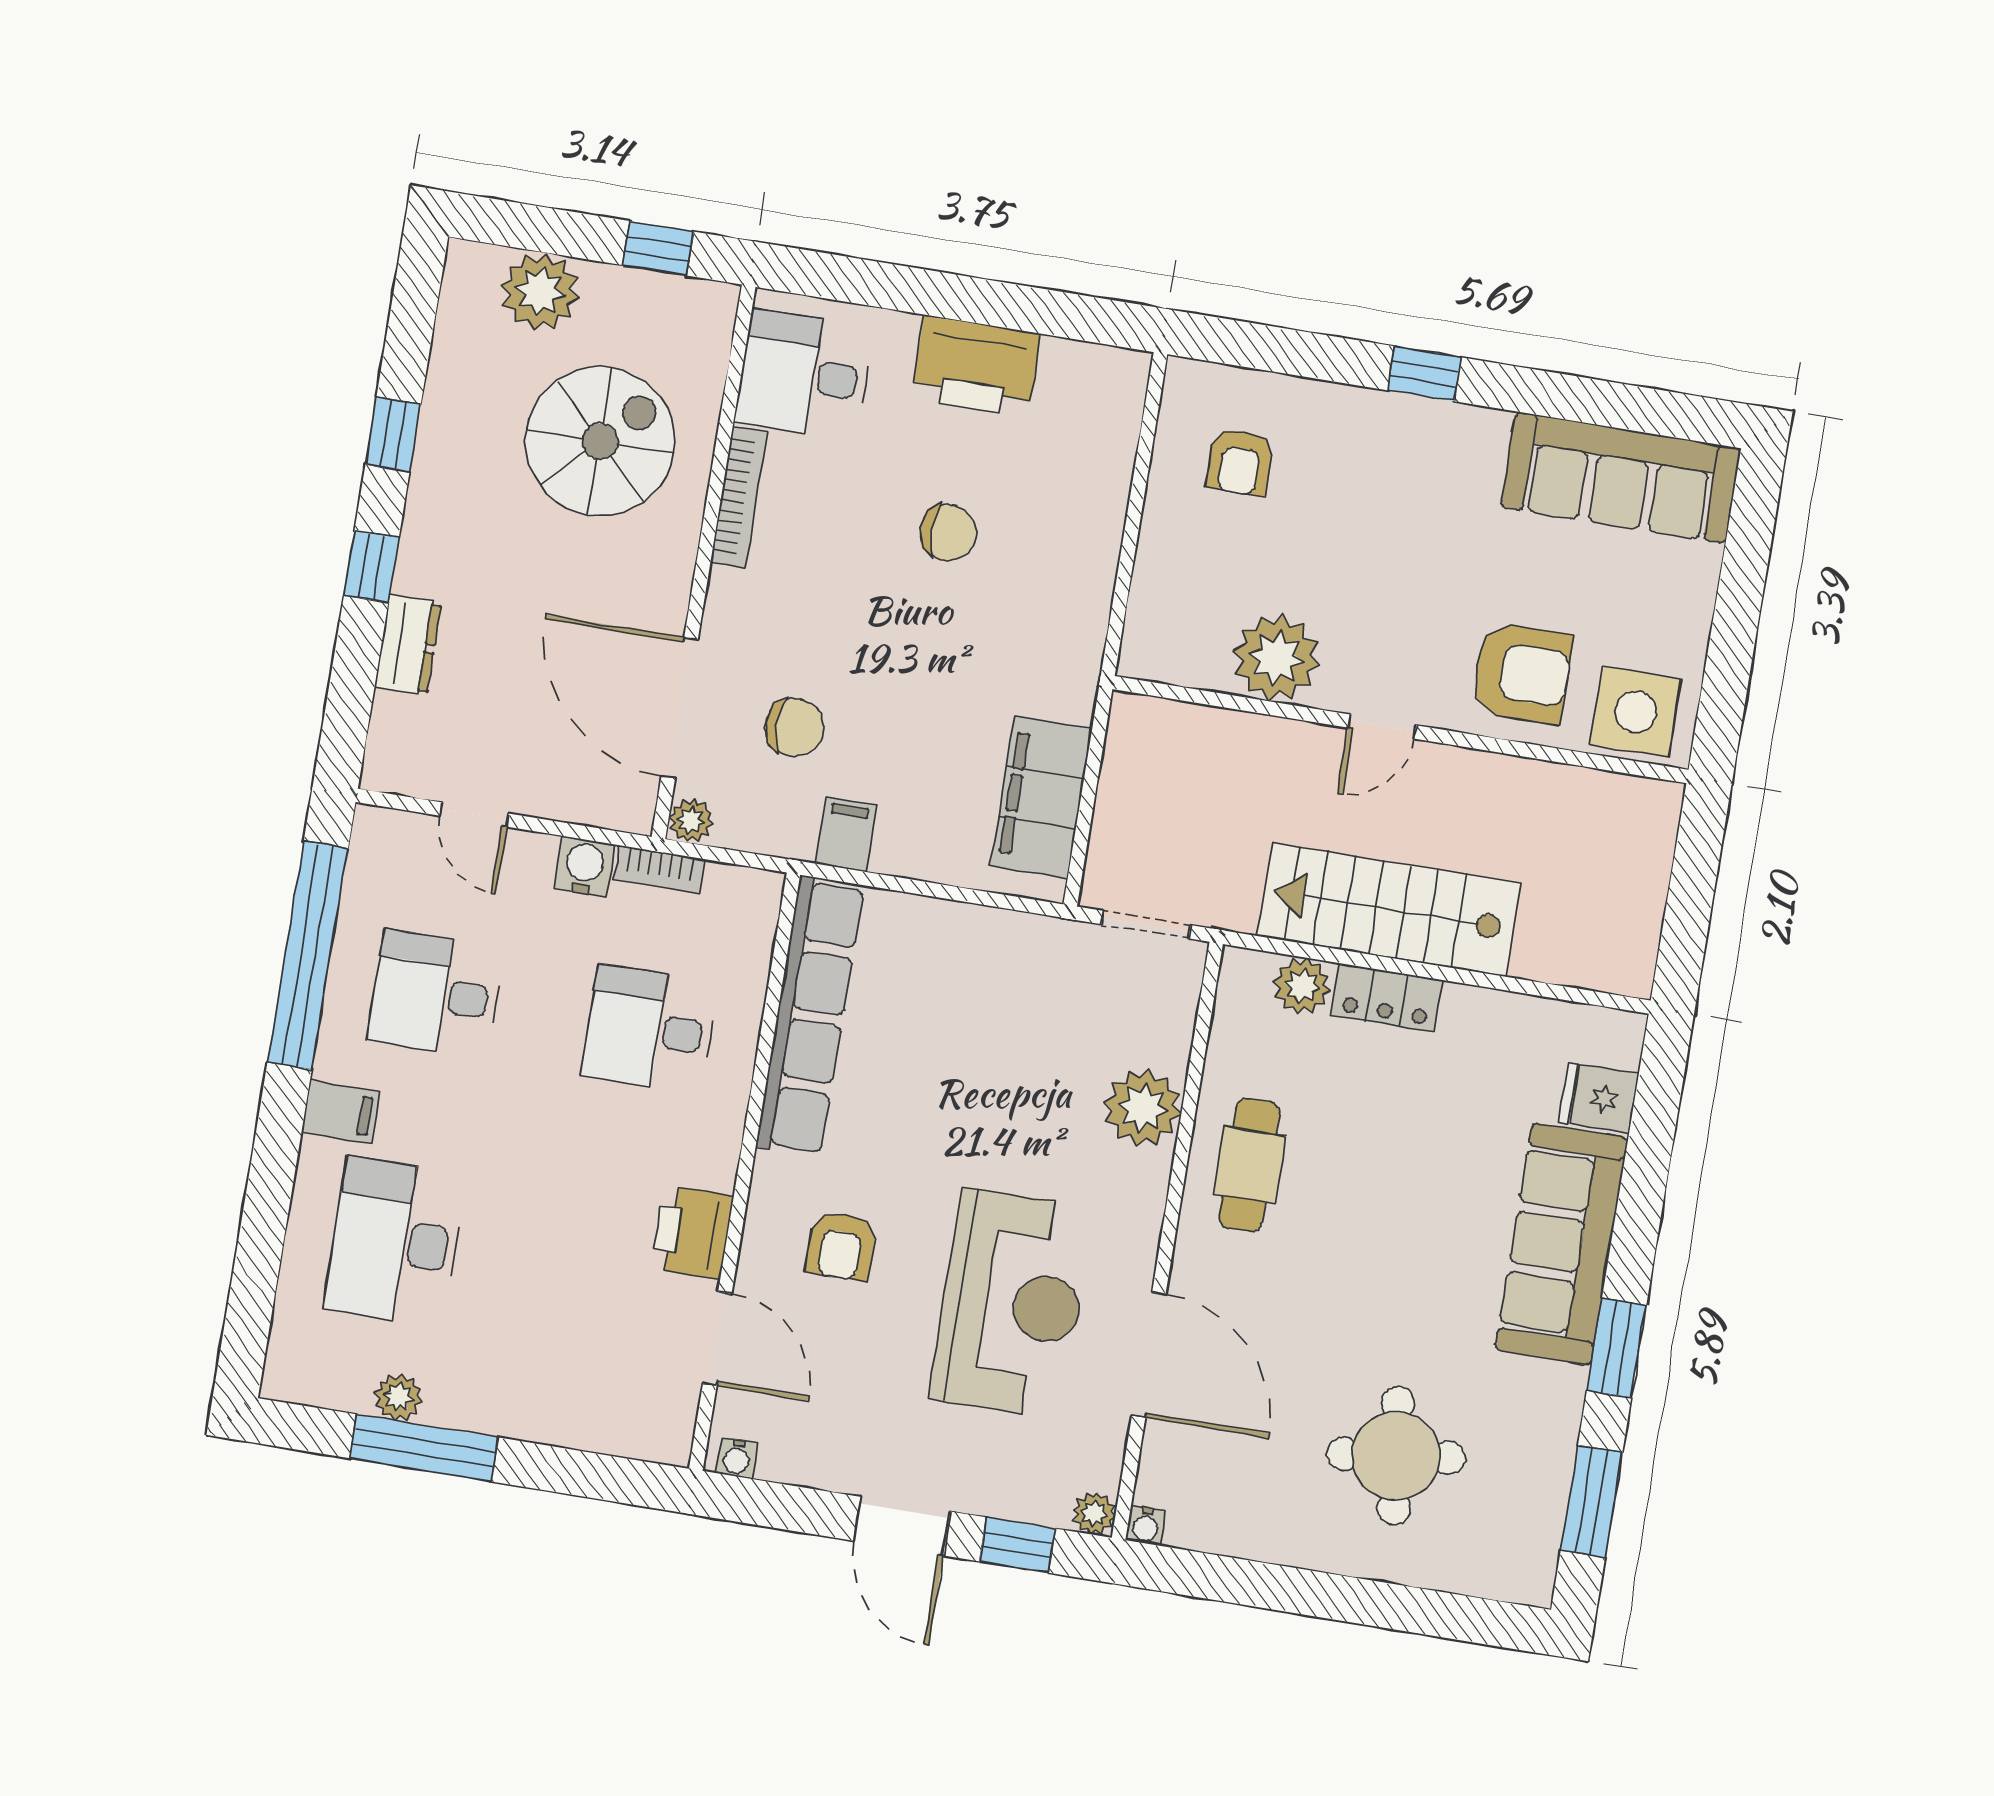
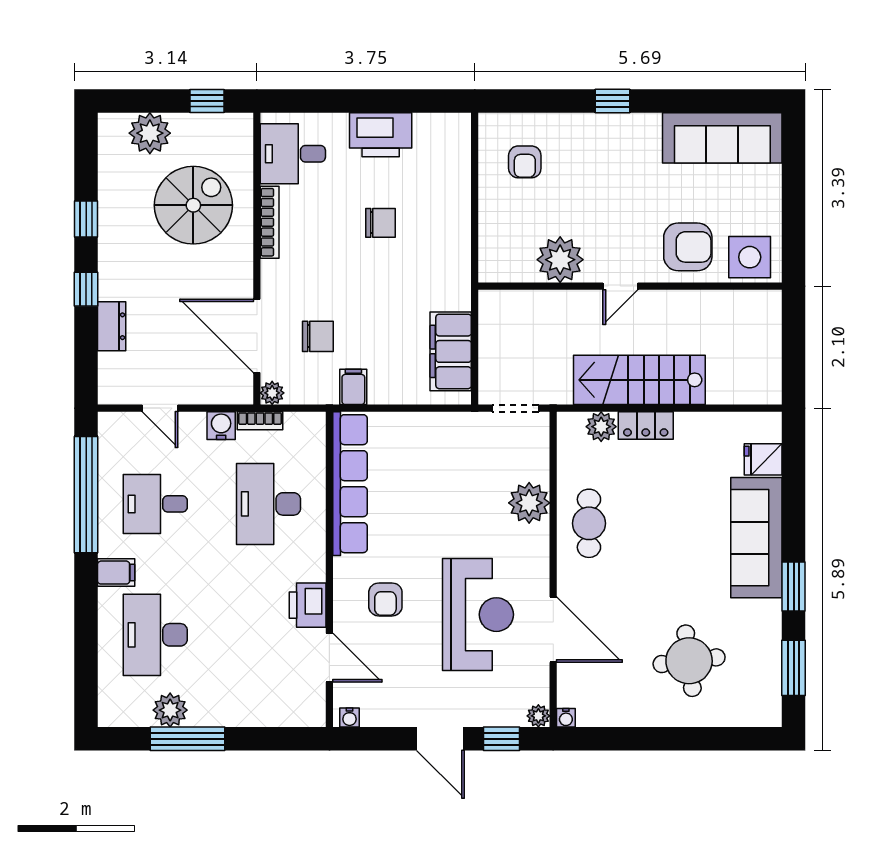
desk: (650, 1029) -> (268, 504), width x1.37
plant: (398, 1397) -> (170, 710), width x1.38, depth x1.38

